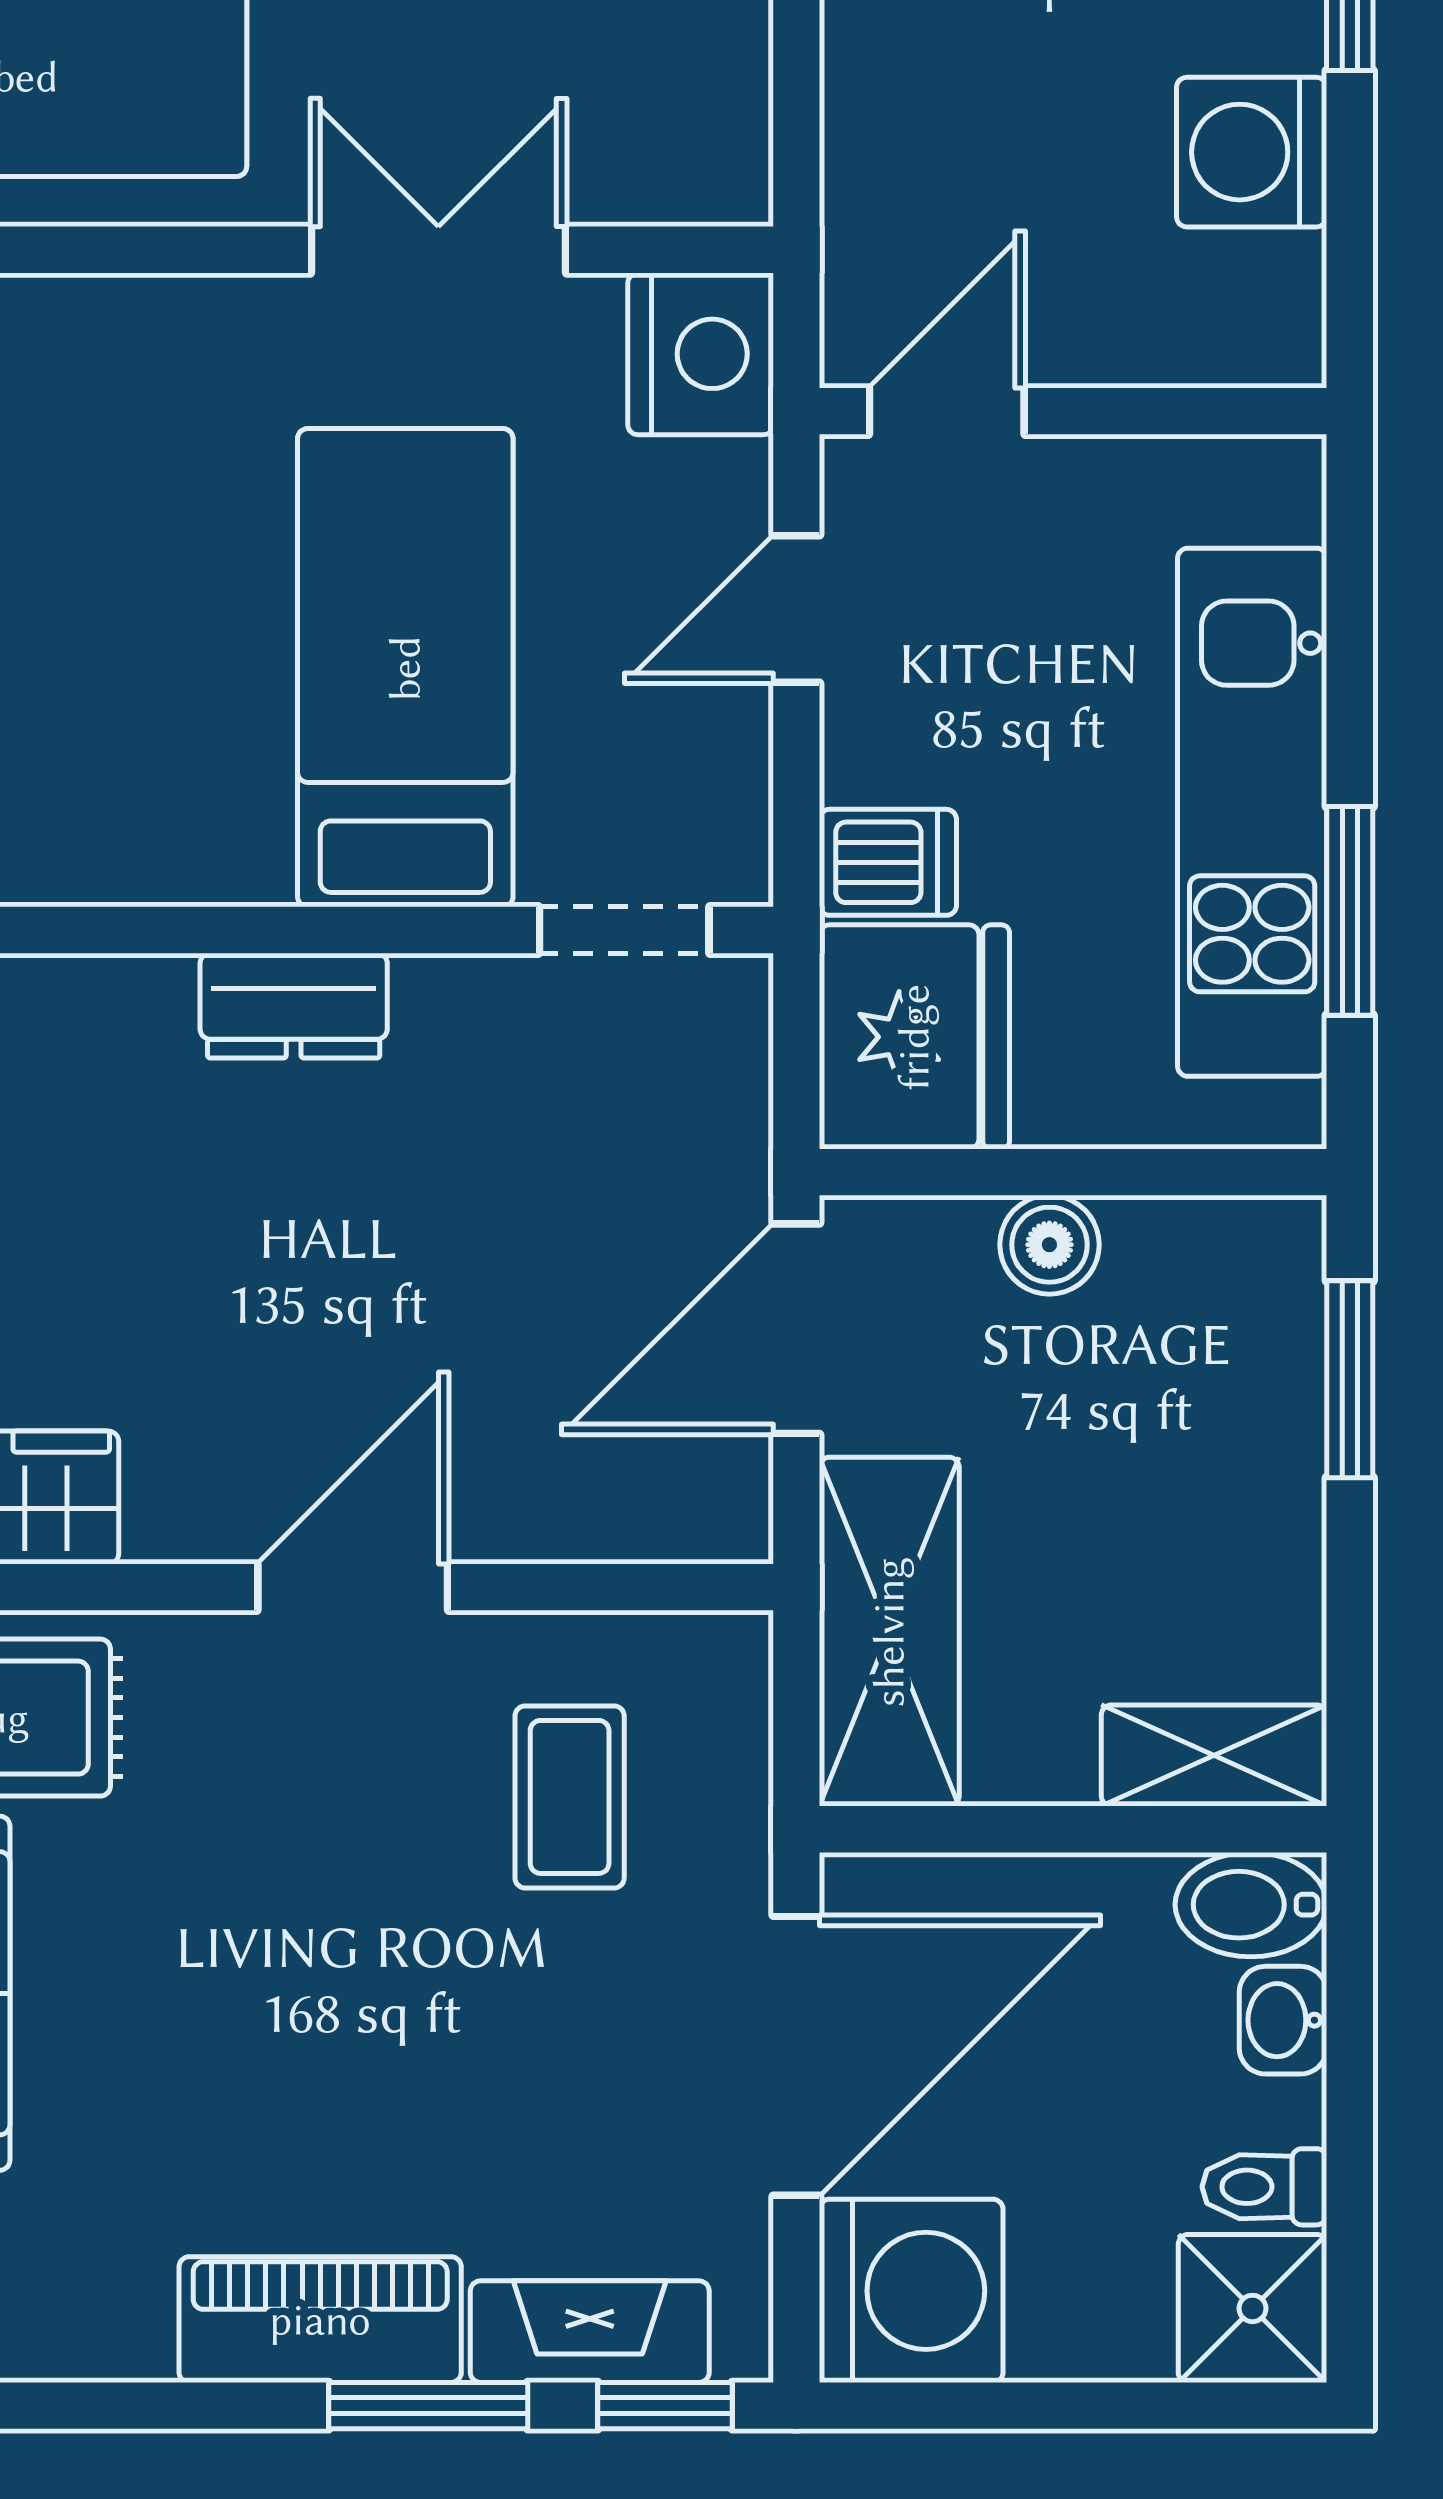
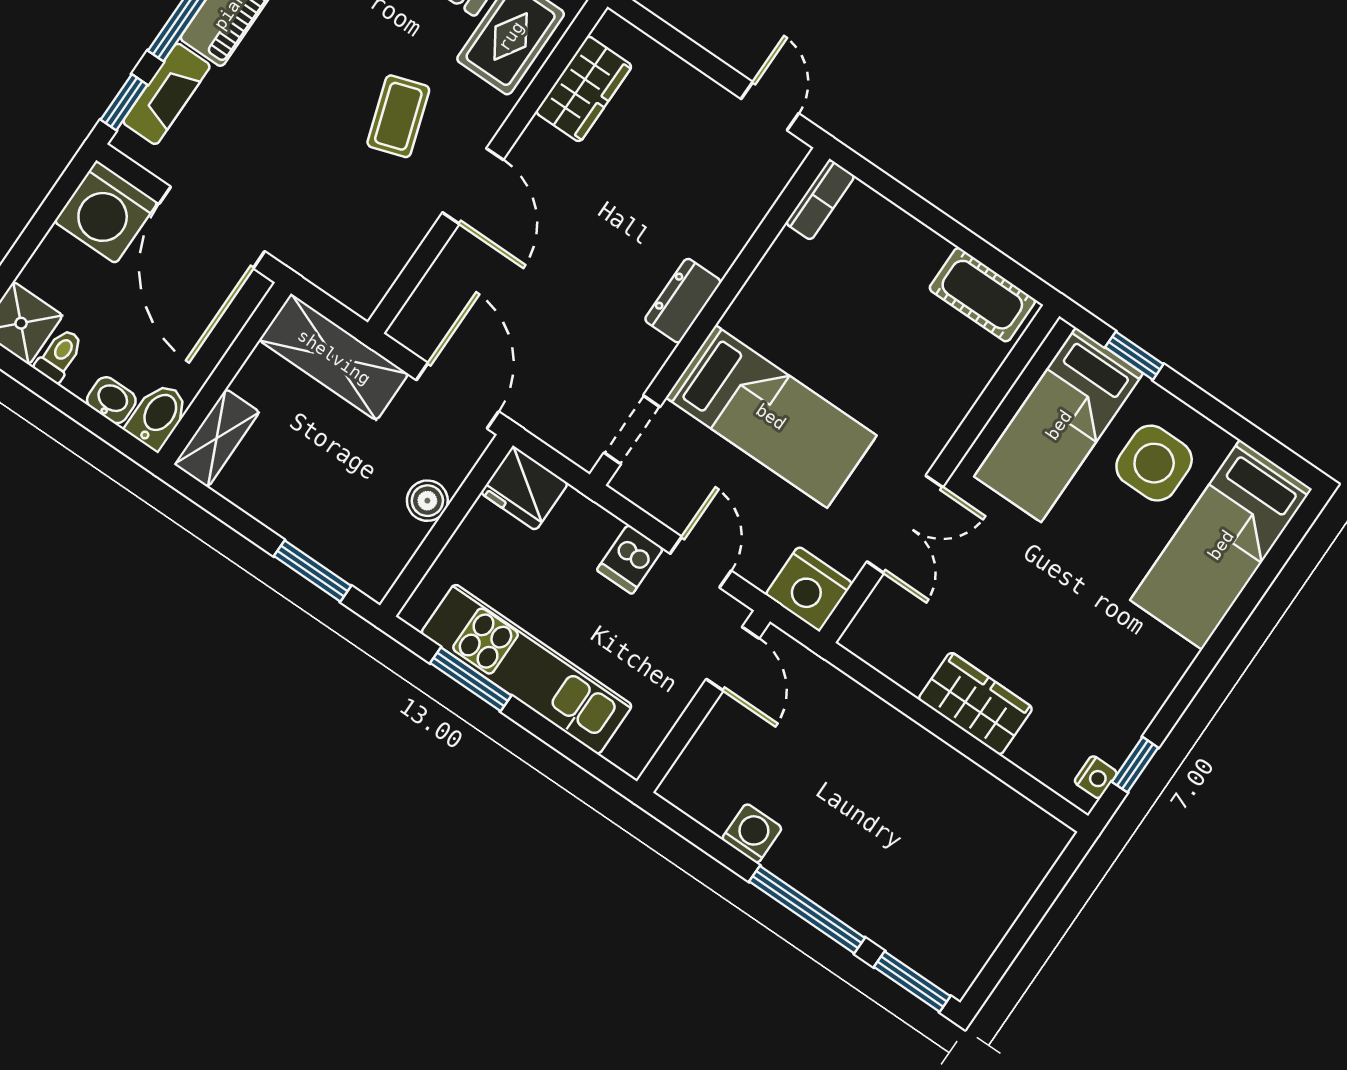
washing machine: (1252, 152) -> (752, 833), width x0.73, depth x0.73
dishwasher: (888, 862) -> (630, 559), moved
fridge: (914, 1037) -> (524, 488), width x0.73, depth x0.75
coffee table: (570, 1797) -> (398, 116), moved, turned 72

